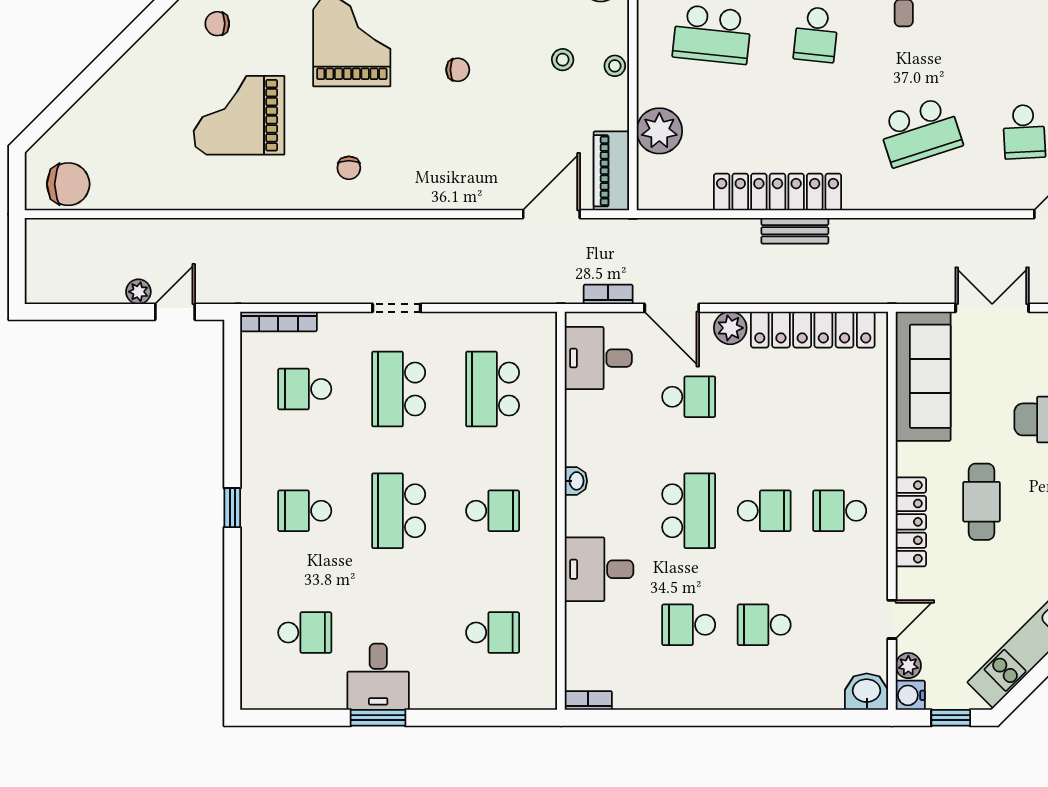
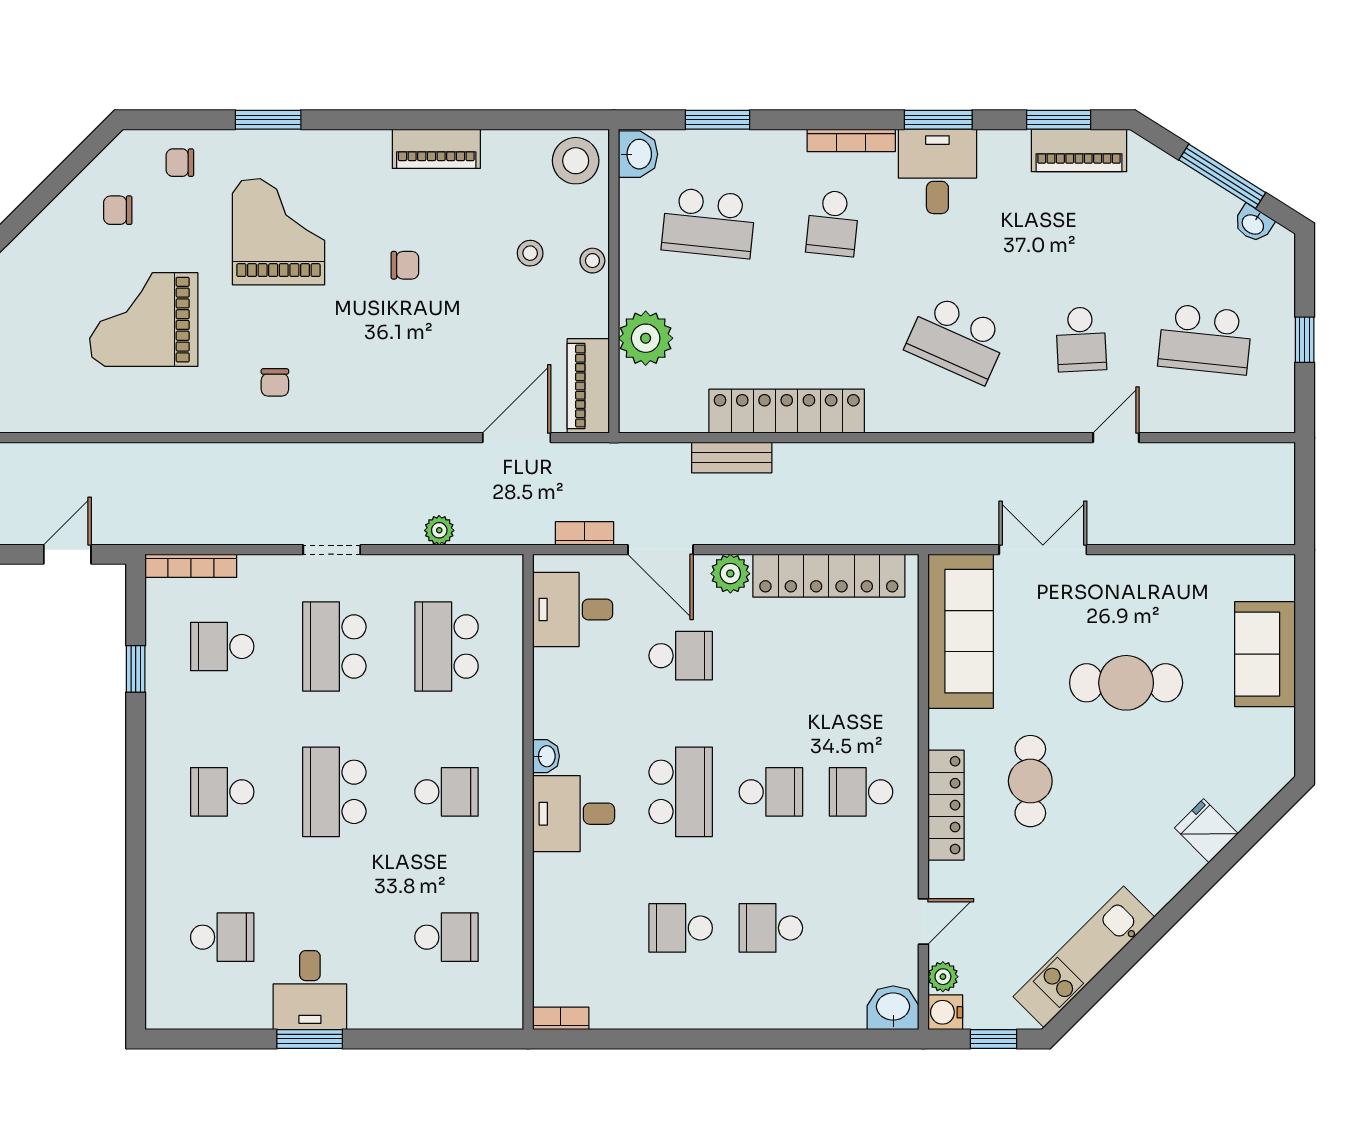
school desk: (920, 132) -> (957, 339), turned 42
bench: (795, 231) -> (732, 457), moved
plant: (138, 292) -> (439, 530), moved
window: (232, 508) -> (136, 669), moved
desk: (599, 569) -> (574, 814), moved

